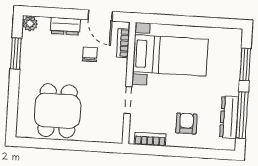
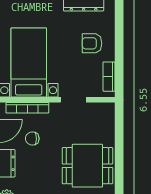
bookcase: (123, 43) -> (27, 108), width x1.56

